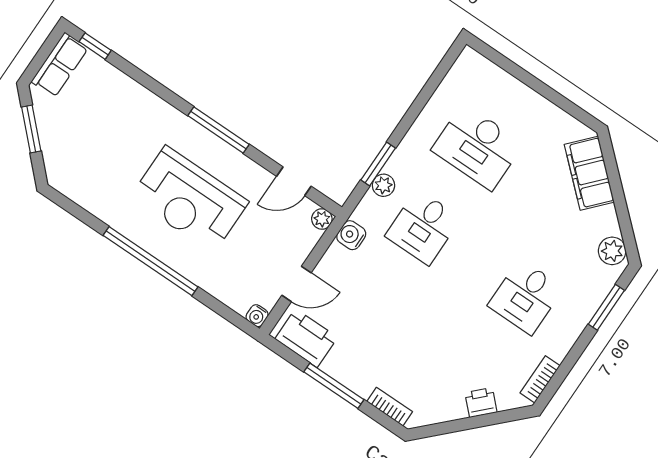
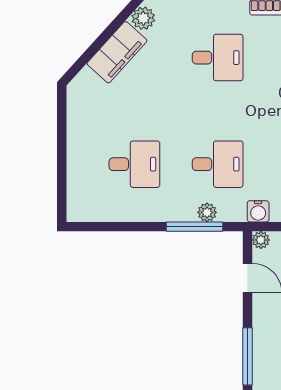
desk: (477, 147) -> (134, 164), width x0.73
window: (378, 164) -> (194, 227), width x1.44
filing cabinet: (589, 173) -> (117, 52), moved

